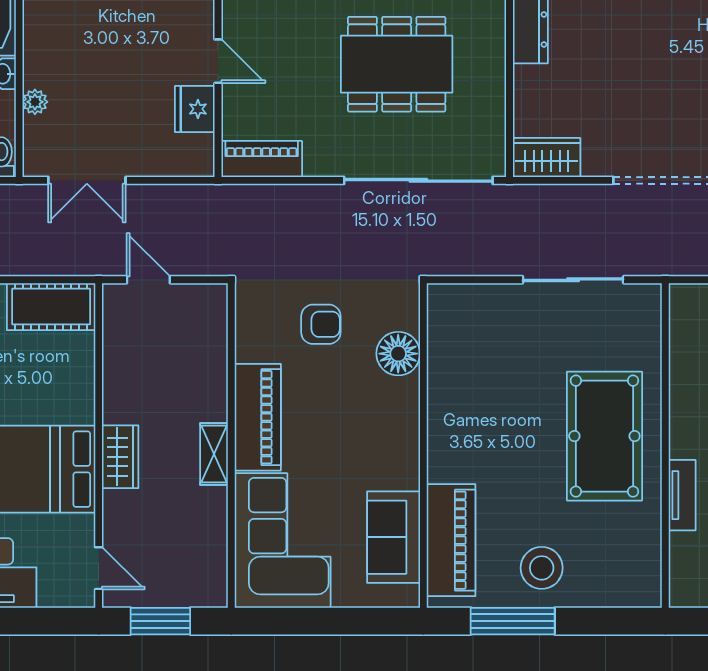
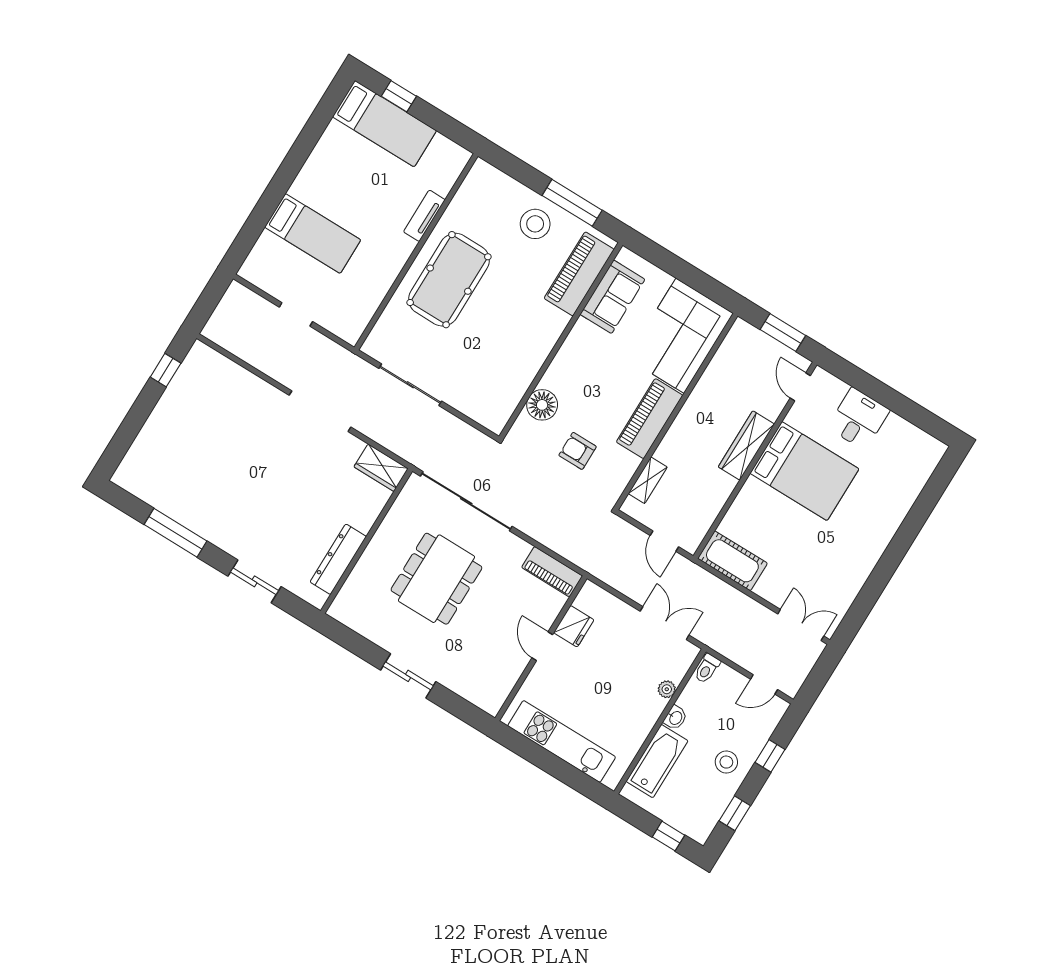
dining table: (397, 64) -> (436, 579), turned 90
shelving: (214, 454) -> (648, 480), moved
wardrobe: (120, 457) -> (746, 446), width x1.50

